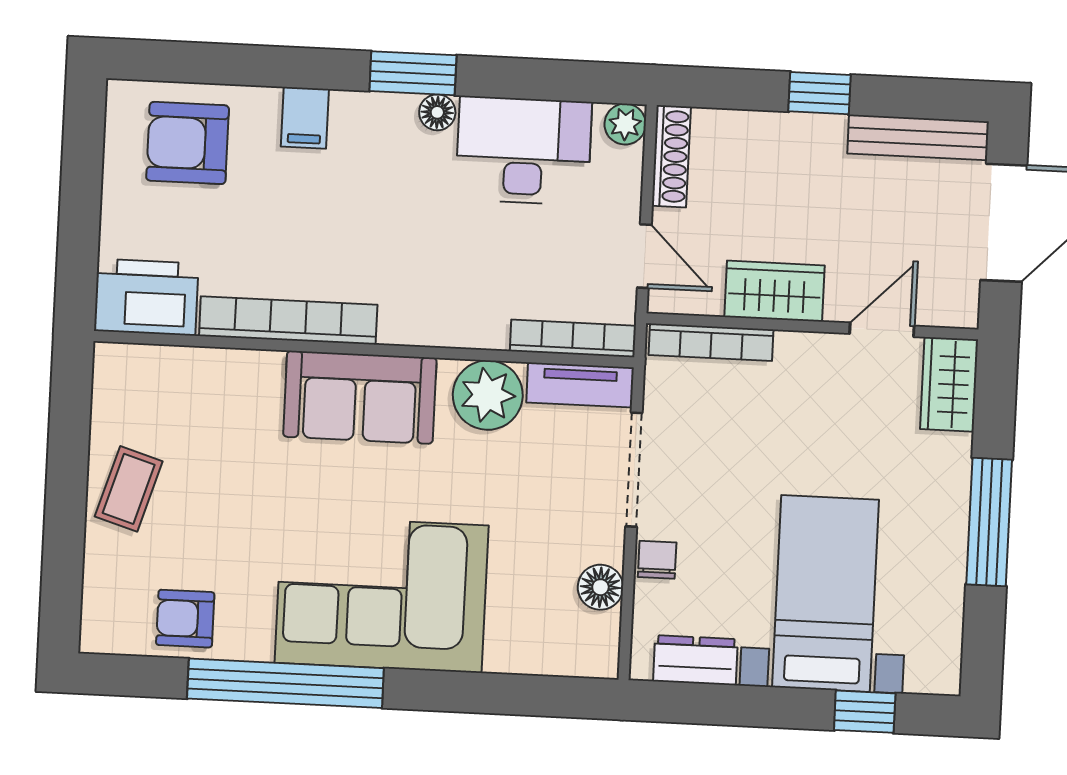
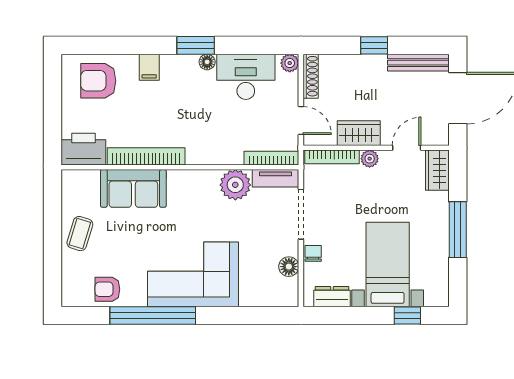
plant: (796, 350) -> (370, 159), added
sofa: (360, 397) -> (133, 188), moved

